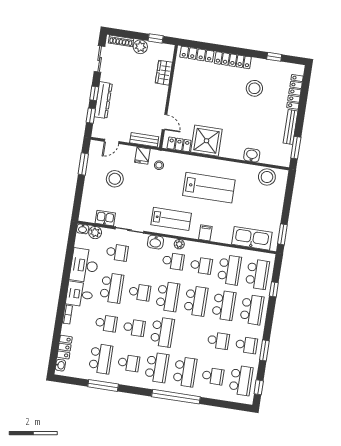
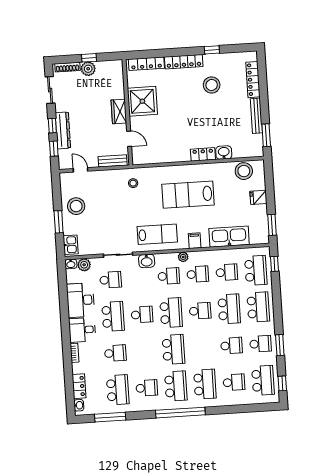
window: (156, 38) -> (89, 58), moved
window: (274, 57) -> (212, 50), moved
wardrobe: (164, 73) -> (119, 112), moved
door: (112, 141) -> (80, 170), swing flipped
shower: (206, 141) -> (142, 101), moved
locker: (179, 144) -> (203, 154), moved
fridge: (142, 156) -> (258, 197), moved, turned 90
window: (83, 164) -> (59, 222), moved
stool: (115, 179) -> (76, 206), moved
lab bench: (209, 188) -> (188, 195), turned 180
kitchen sink: (105, 218) -> (71, 245), moved, turned 90
kitchen sink: (252, 238) -> (229, 237), moved
plant: (179, 244) -> (183, 257), moved
school desk: (229, 270) -> (227, 272), width x0.54
window: (274, 289) -> (275, 264), moved
school desk: (196, 301) -> (200, 311), width x0.54
school desk: (134, 328) -> (144, 351), removed
window: (103, 385) -> (110, 417), moved
window: (176, 397) -> (180, 413), moved

